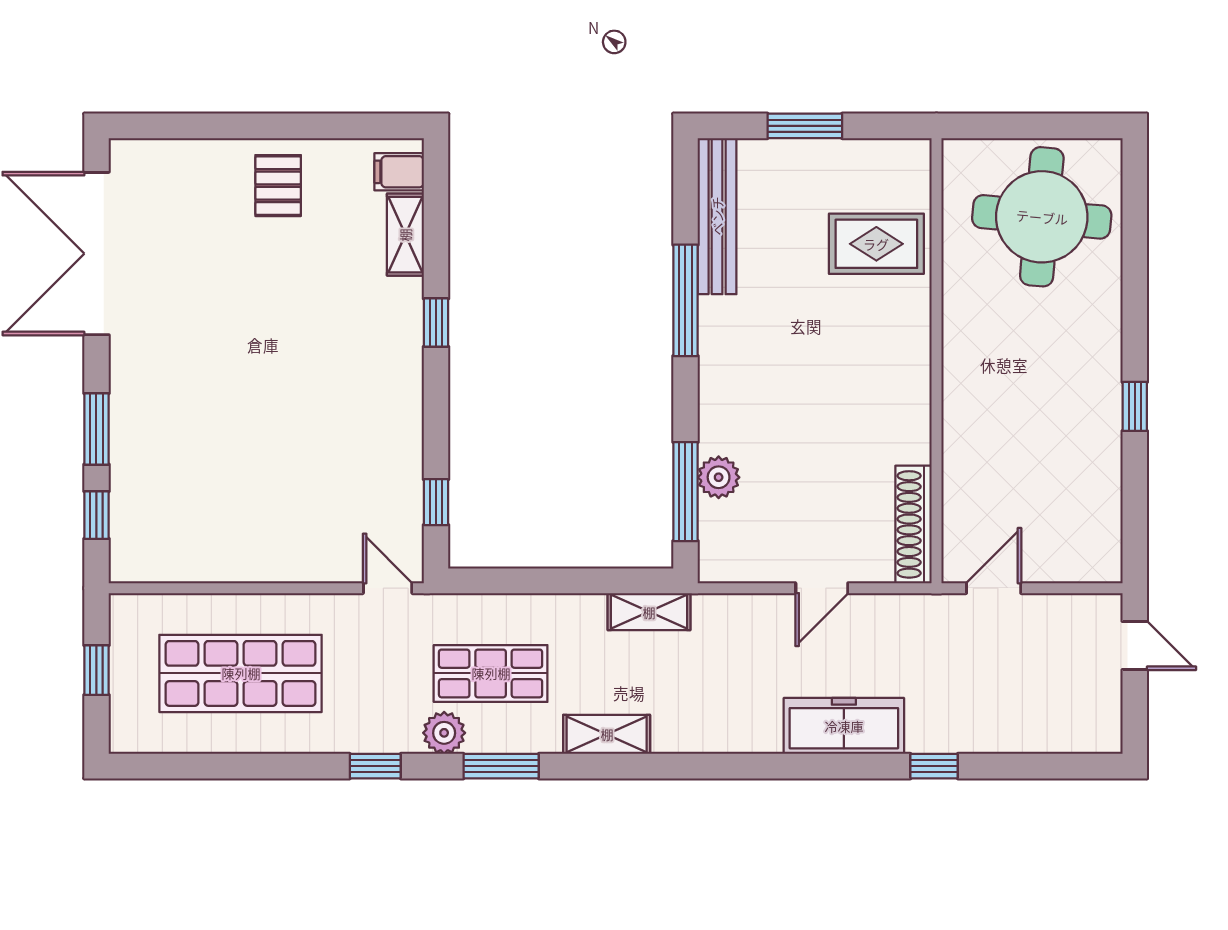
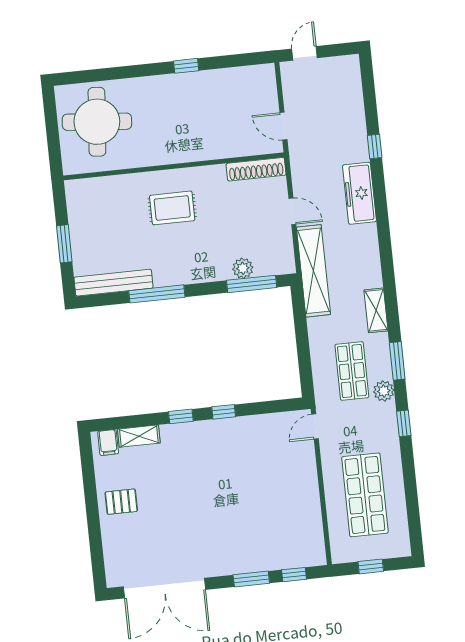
rug: (876, 244) -> (172, 208), moved, turned 90
window: (436, 502) -> (224, 412), moved
shelving: (649, 612) -> (313, 271), width x2.20, depth x1.33

